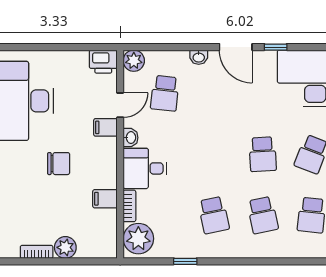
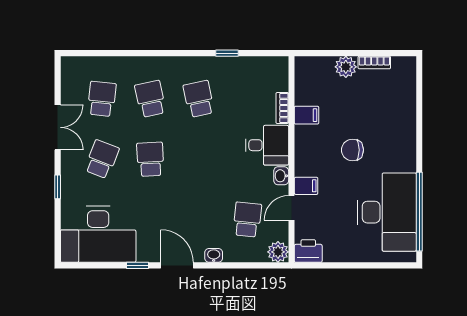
plant: (138, 239) -> (273, 76), removed

